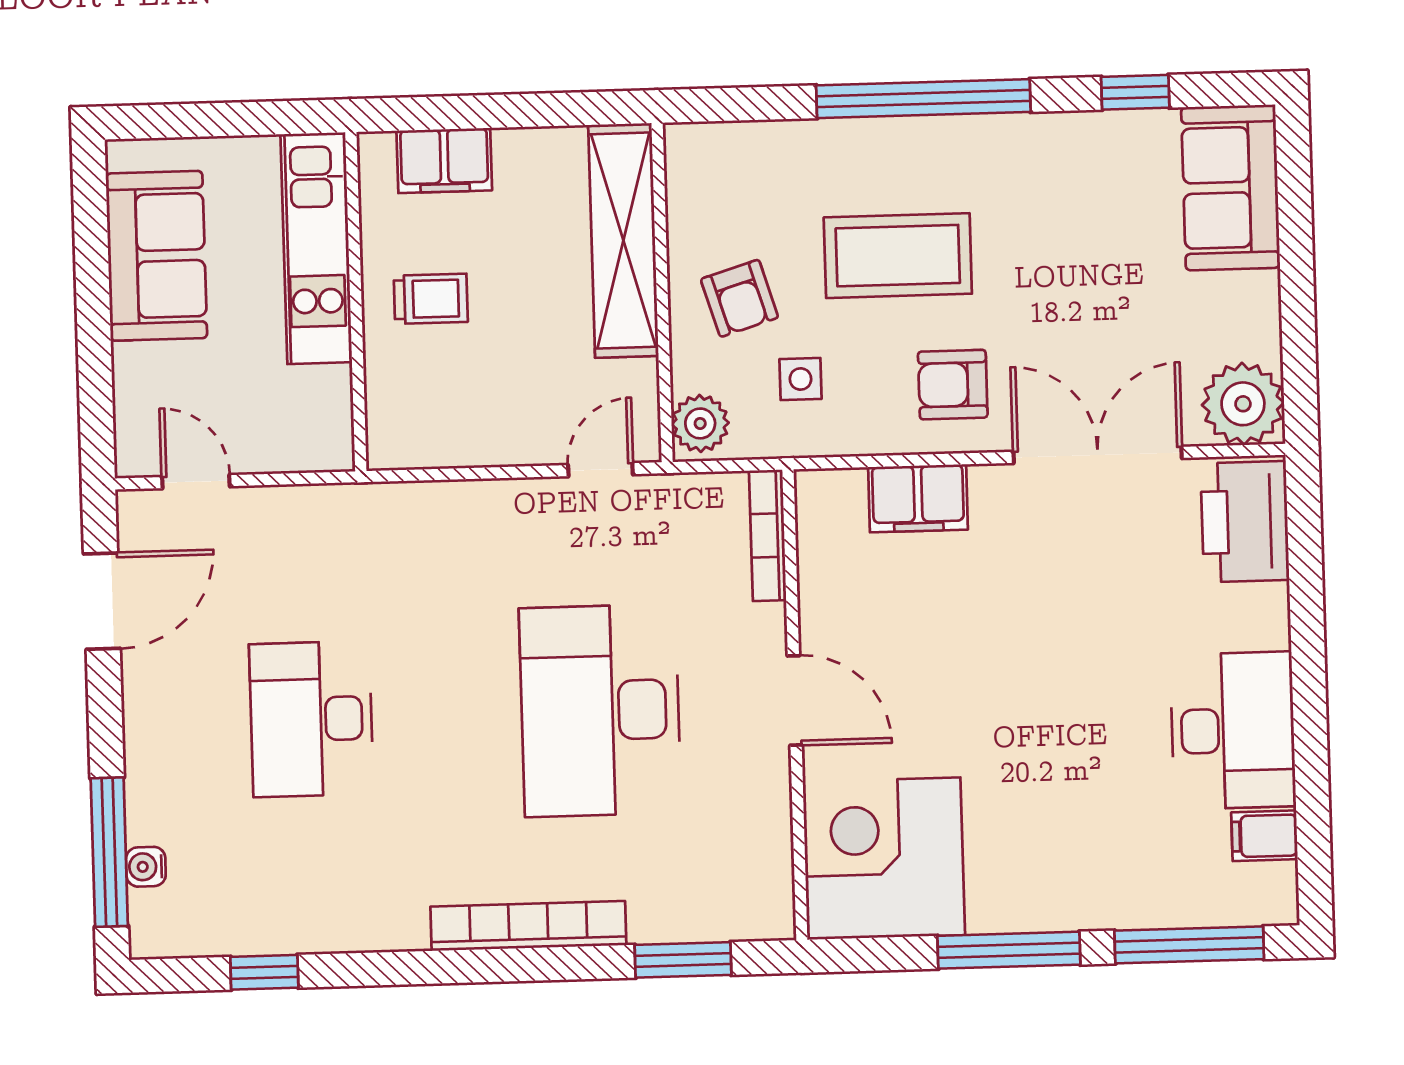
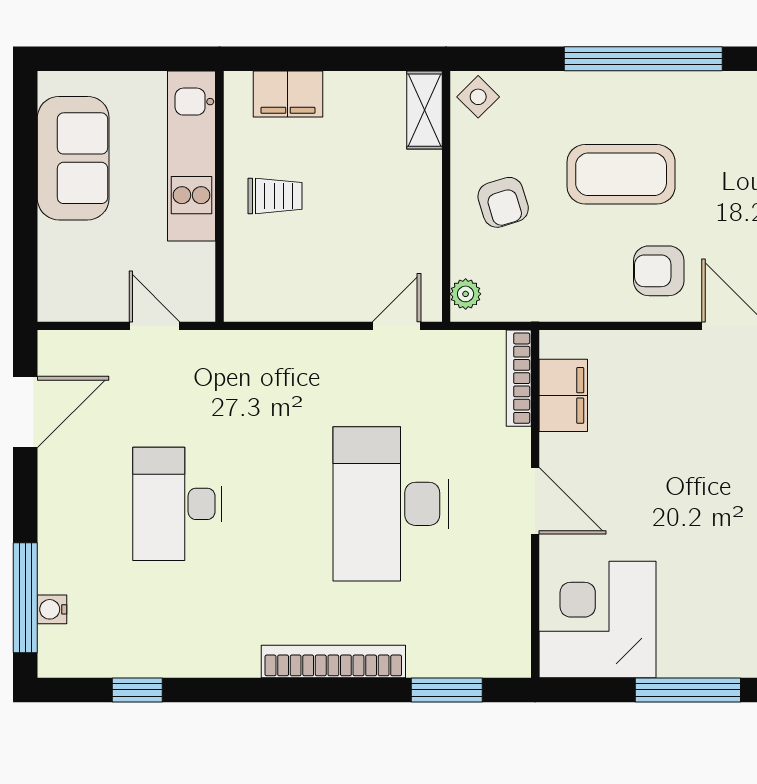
shelving: (623, 240) -> (424, 110), width x0.45, depth x0.75
side table: (801, 379) -> (478, 97), moved, turned 45
plant: (700, 423) -> (466, 294), width x0.73, depth x0.73
door: (196, 482) -> (154, 326), moved
filing cabinet: (918, 498) -> (563, 395), moved, turned -90

